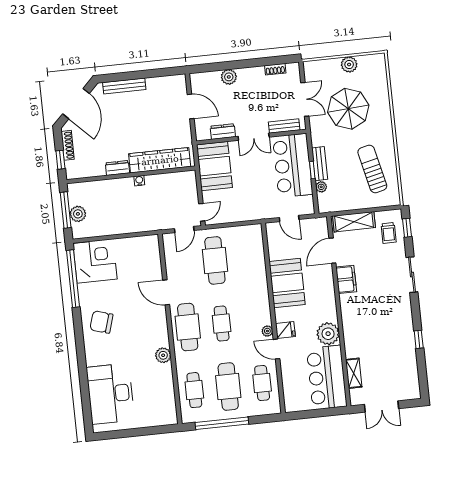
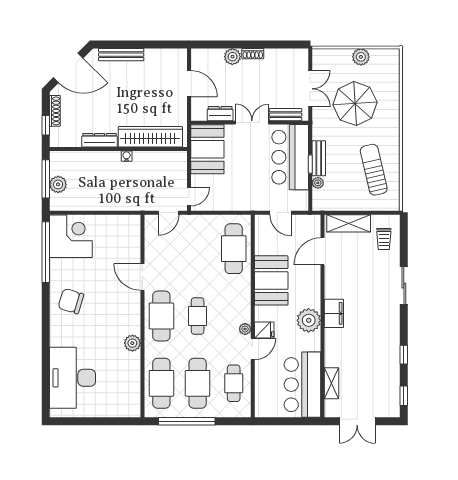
shoe rack: (275, 69) -> (253, 54), moved
door: (76, 104) -> (68, 68), hinge flipped
double door: (254, 137) -> (252, 123), swing flipped
dresser: (117, 168) -> (100, 140), width x1.44
window: (407, 228) -> (404, 396), moved
cafe table: (215, 260) -> (234, 249), moved
filing cabinet: (346, 279) -> (334, 313), moved
plant: (328, 334) -> (309, 320), moved
door: (277, 349) -> (253, 349), swing flipped
cafe table: (194, 390) -> (161, 383), width x1.37, depth x1.35

